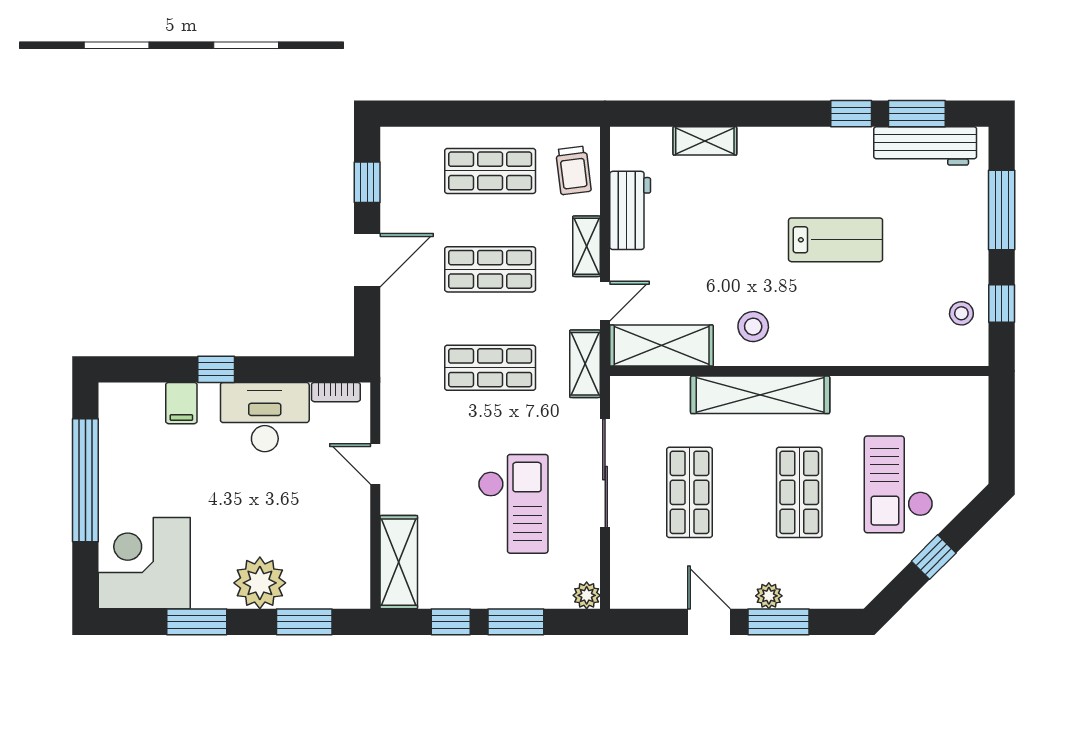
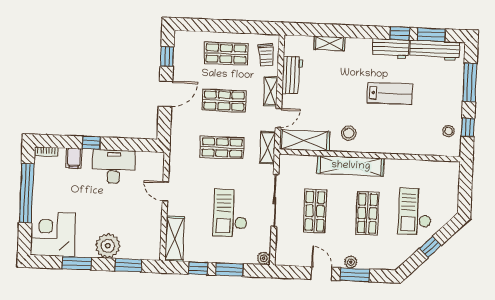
workbench: (834, 146) -> (391, 49), added
bookcase: (336, 392) -> (46, 152), moved
checkout: (513, 504) -> (230, 213), turned 180

